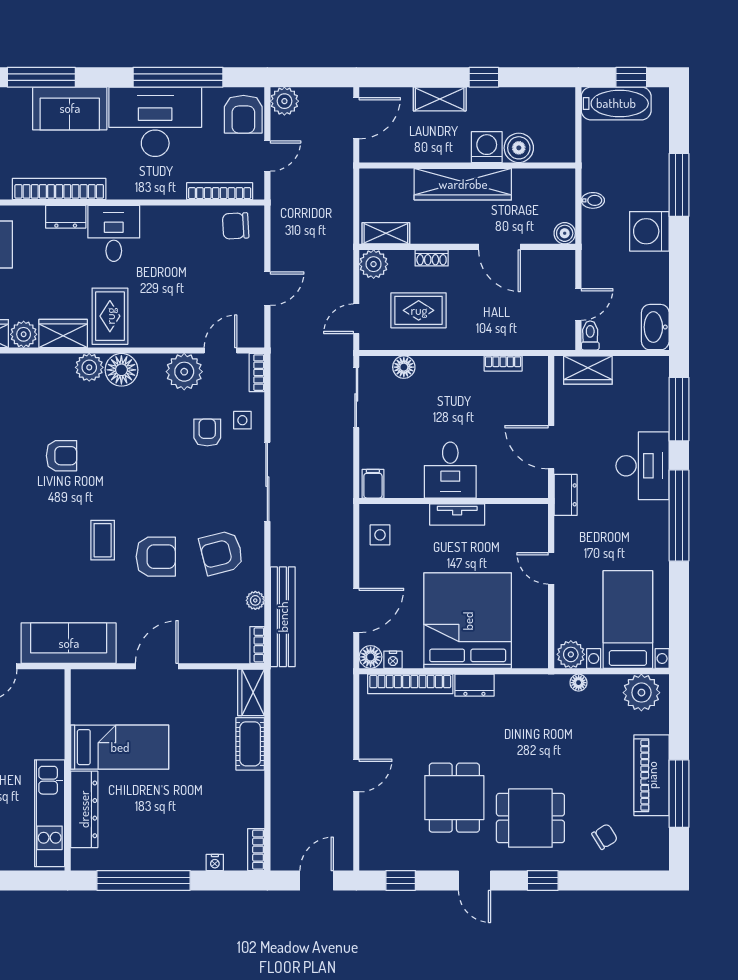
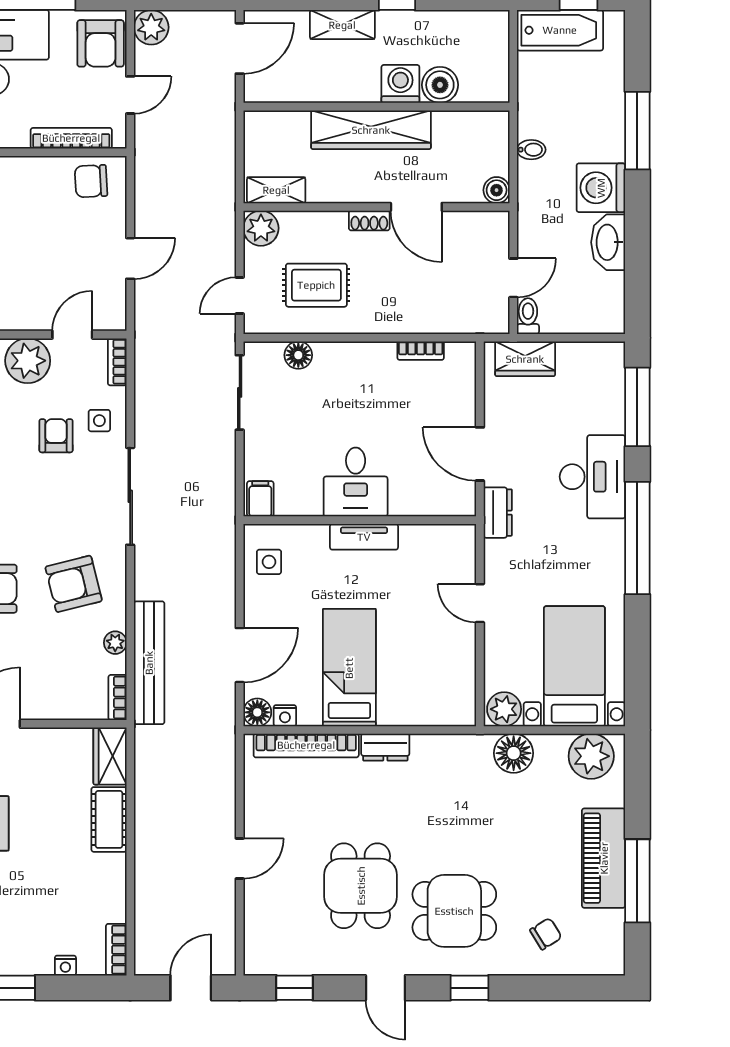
shoe rack: (432, 258) -> (369, 221), moved
washbasin: (655, 327) -> (608, 242), moved
bed: (468, 621) -> (349, 668), width x0.49
floor lamp: (579, 683) -> (514, 753), width x1.89, depth x1.89

